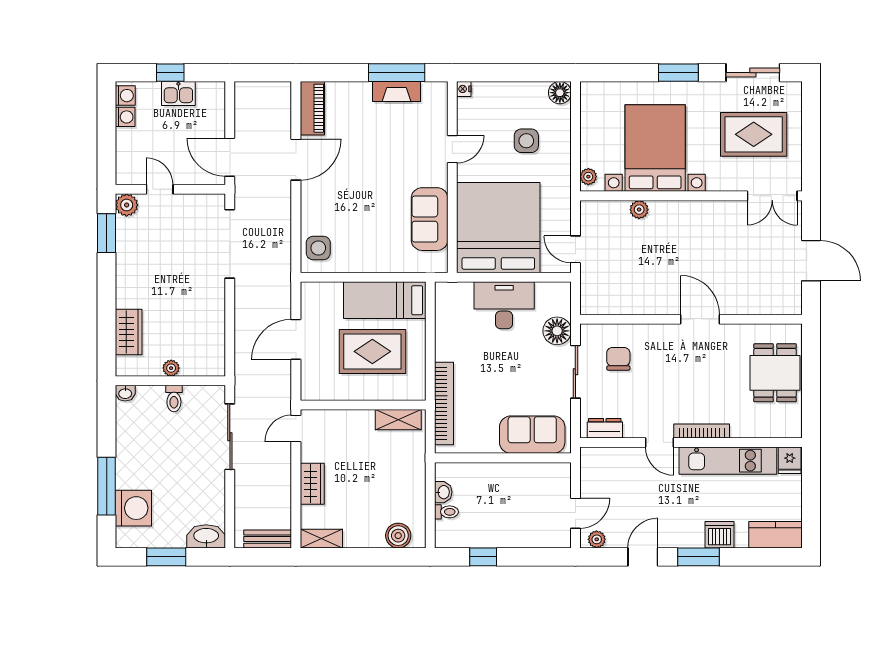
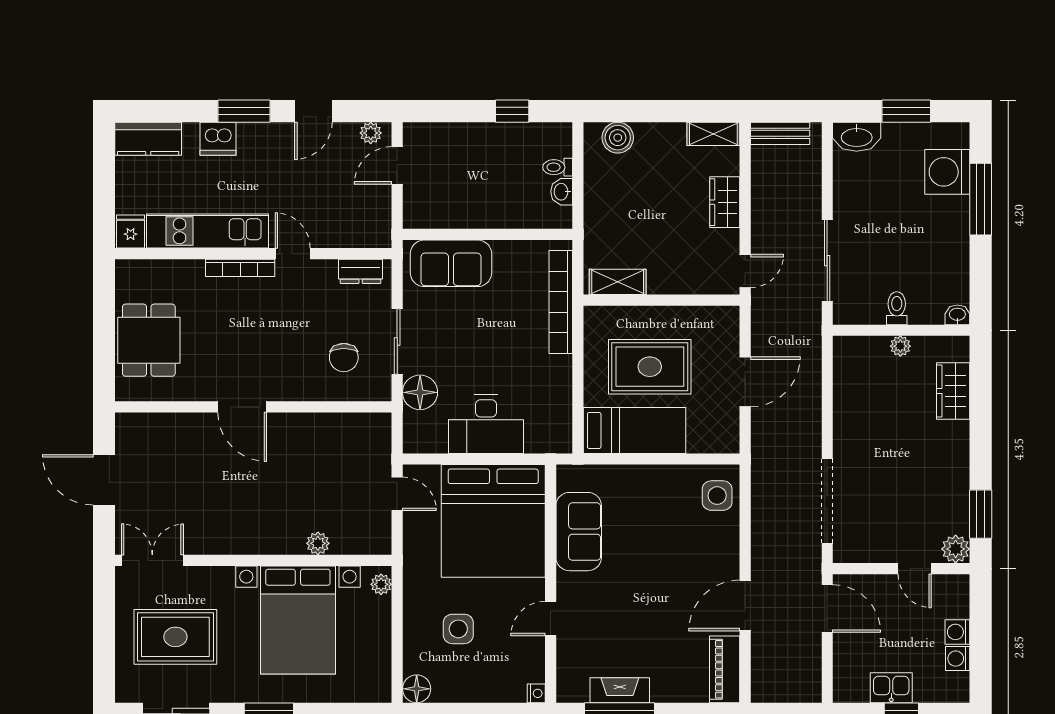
washing machine: (125, 96) -> (957, 632), moved

